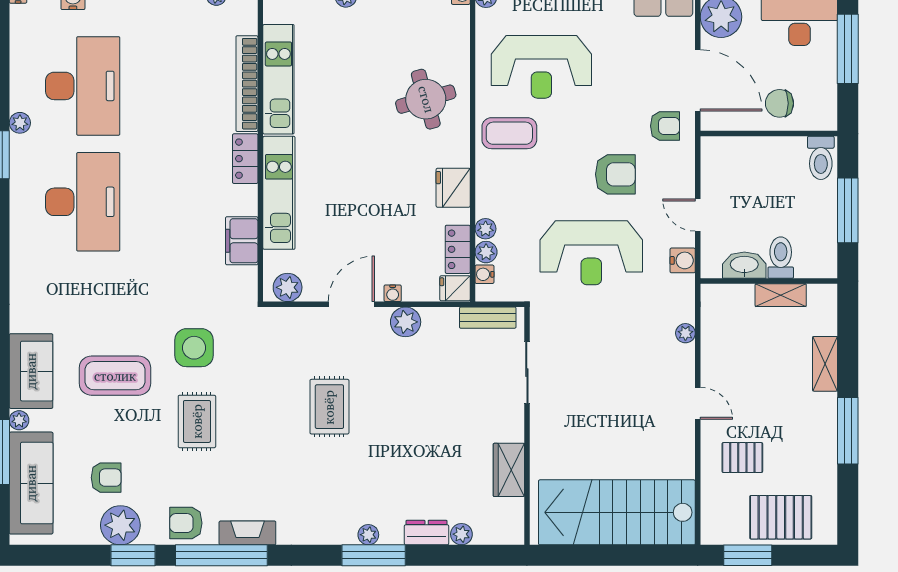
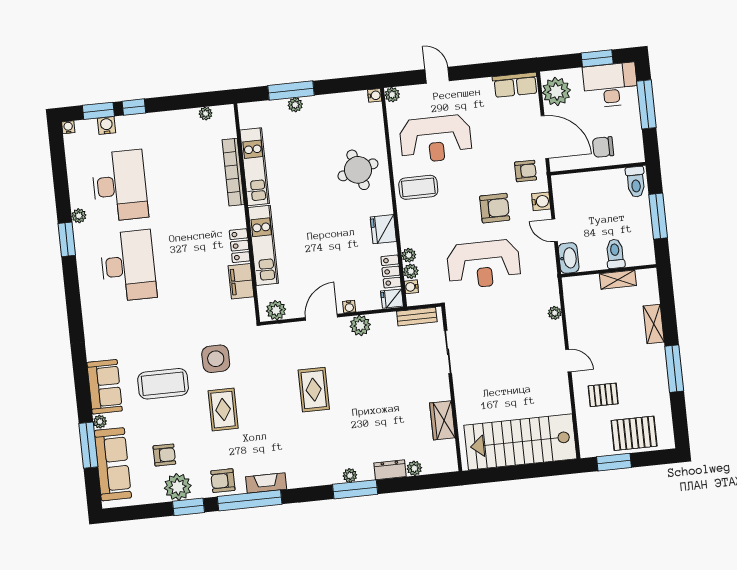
locker: (245, 159) -> (240, 246), moved
water cooler: (683, 260) -> (541, 201), moved
washbasin: (744, 265) -> (569, 258), moved, turned 90

